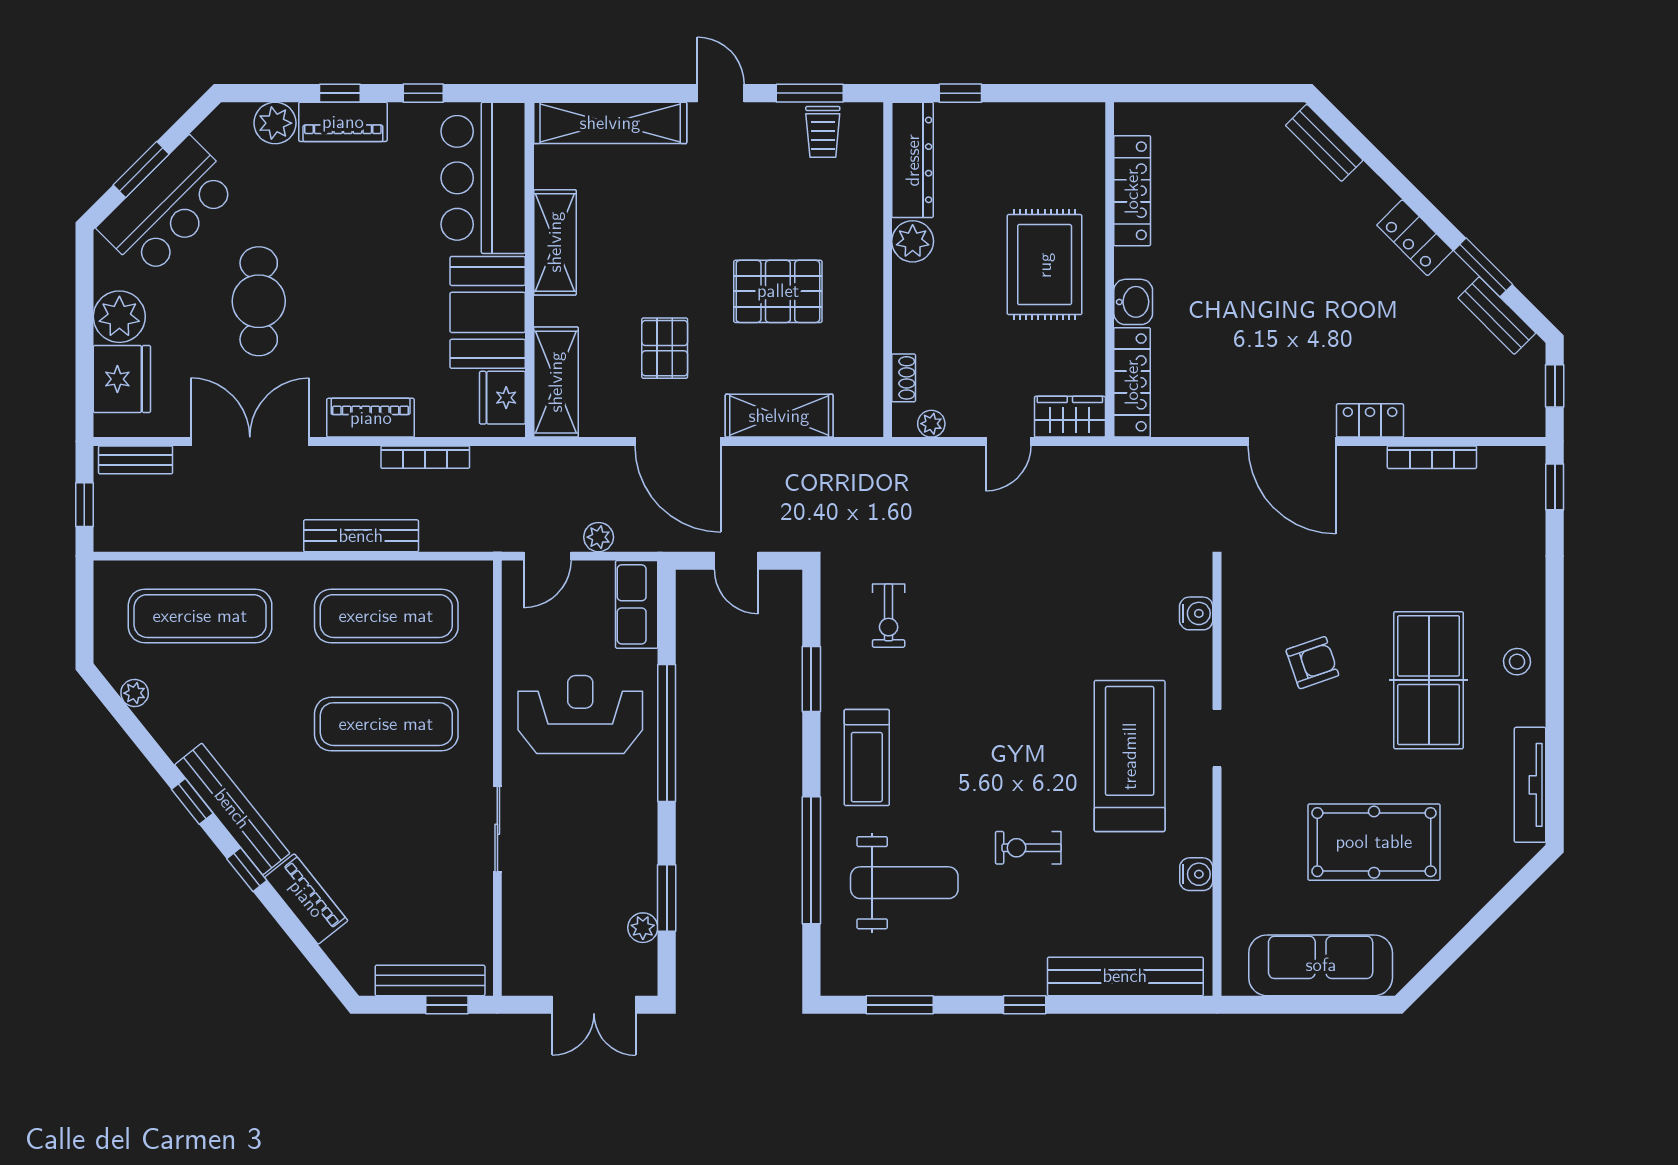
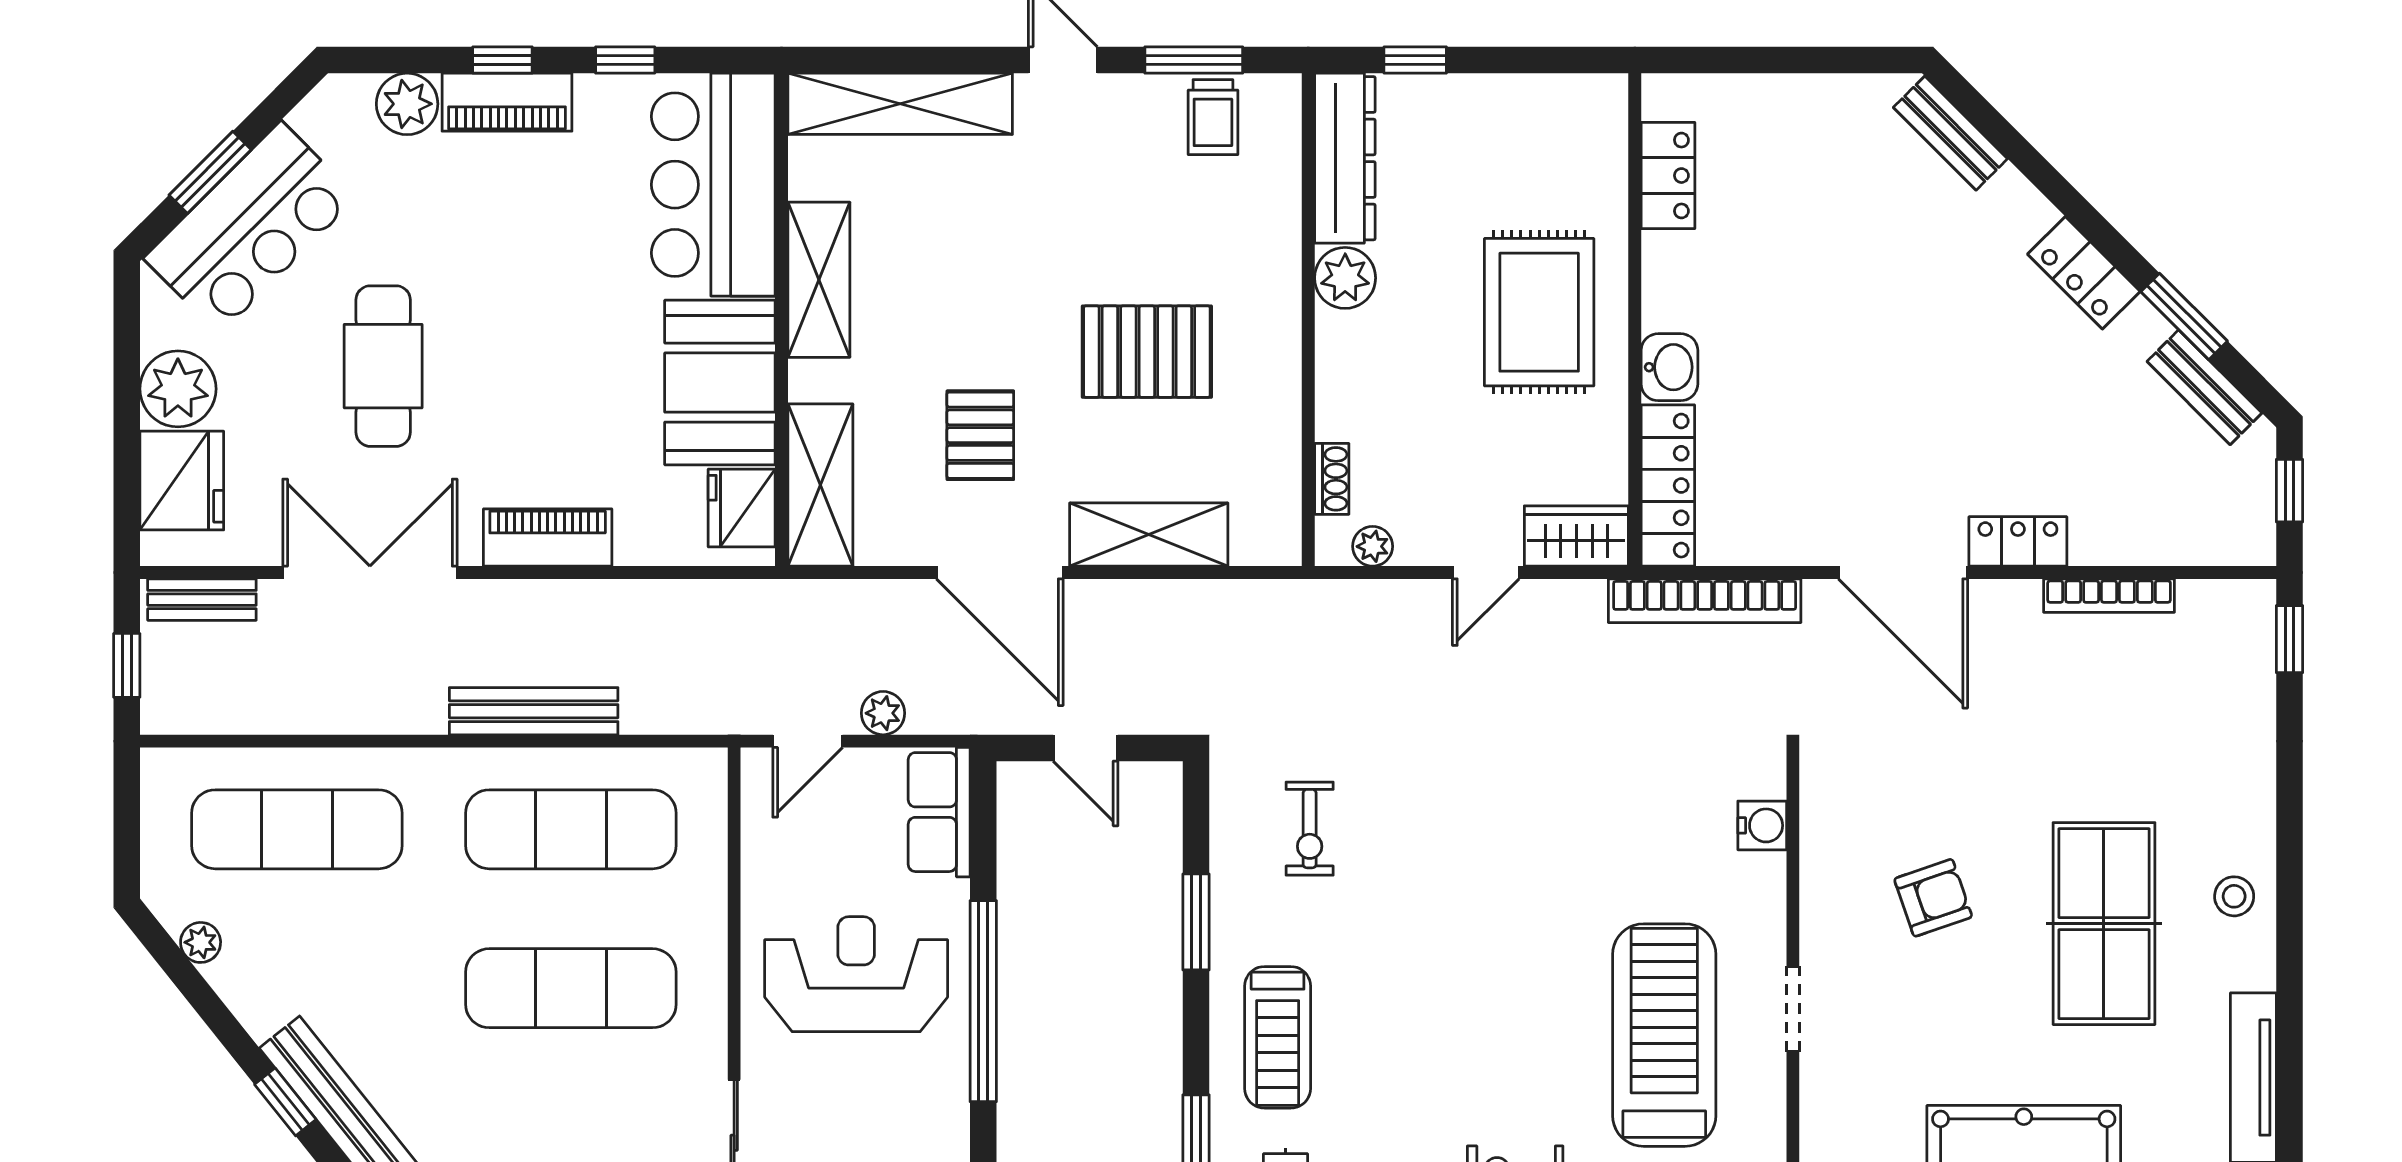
locker: (1132, 191) -> (1668, 176), width x0.66
bookcase: (425, 457) -> (1705, 601), moved, width x1.48, depth x1.31

